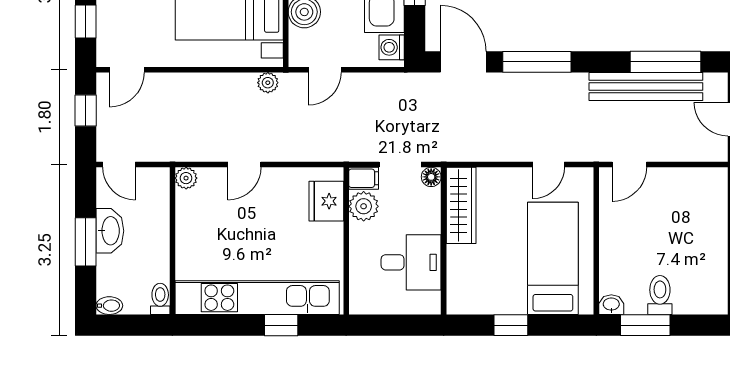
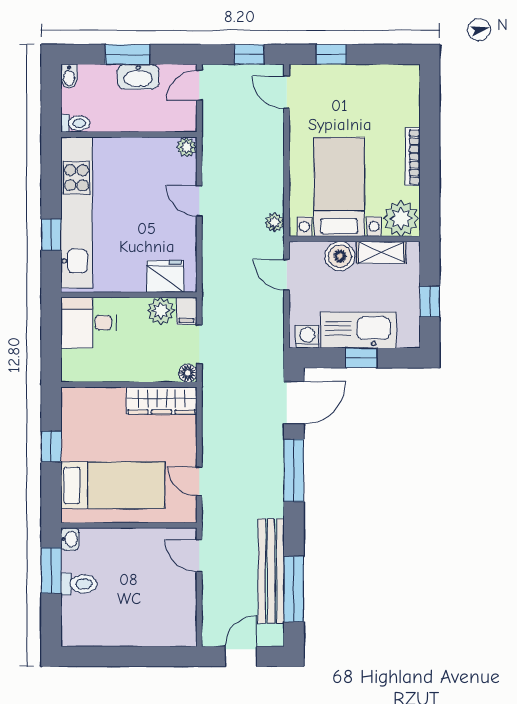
desk: (411, 262) -> (88, 323), moved, turned 90

